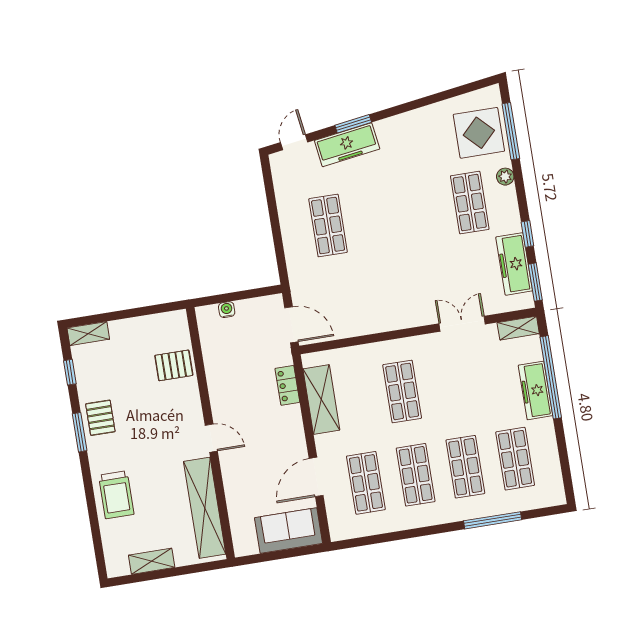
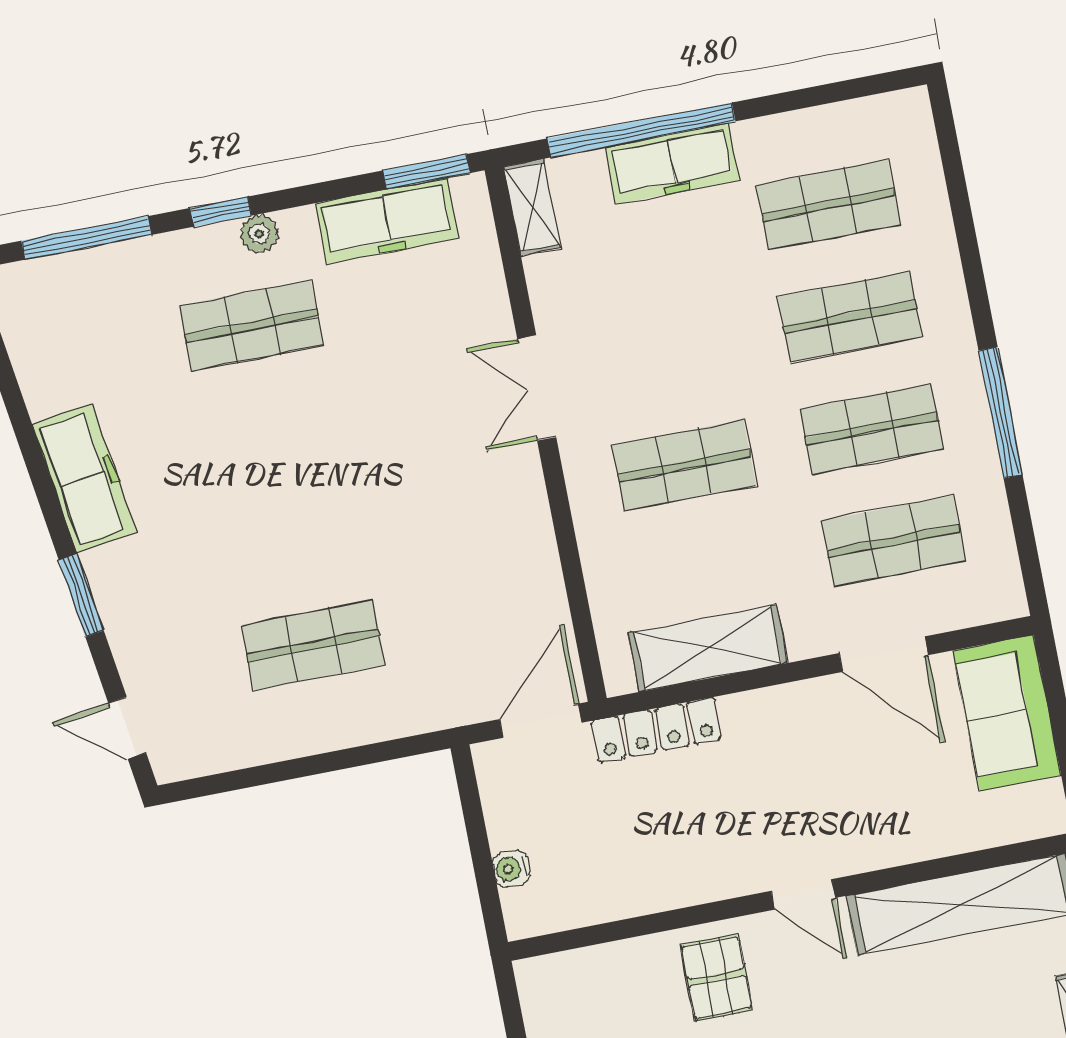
display table: (479, 133) -> (93, 310), removed
freezer: (347, 145) -> (84, 478), moved
plant: (505, 177) -> (259, 234), moved
window: (527, 234) -> (221, 212), moved
double door: (462, 324) -> (537, 388), moved
pallet: (174, 365) -> (717, 977), moved
locker: (287, 385) -> (656, 730), width x1.53
door: (211, 438) -> (803, 894), swing flipped
window: (493, 520) -> (1001, 413), moved

